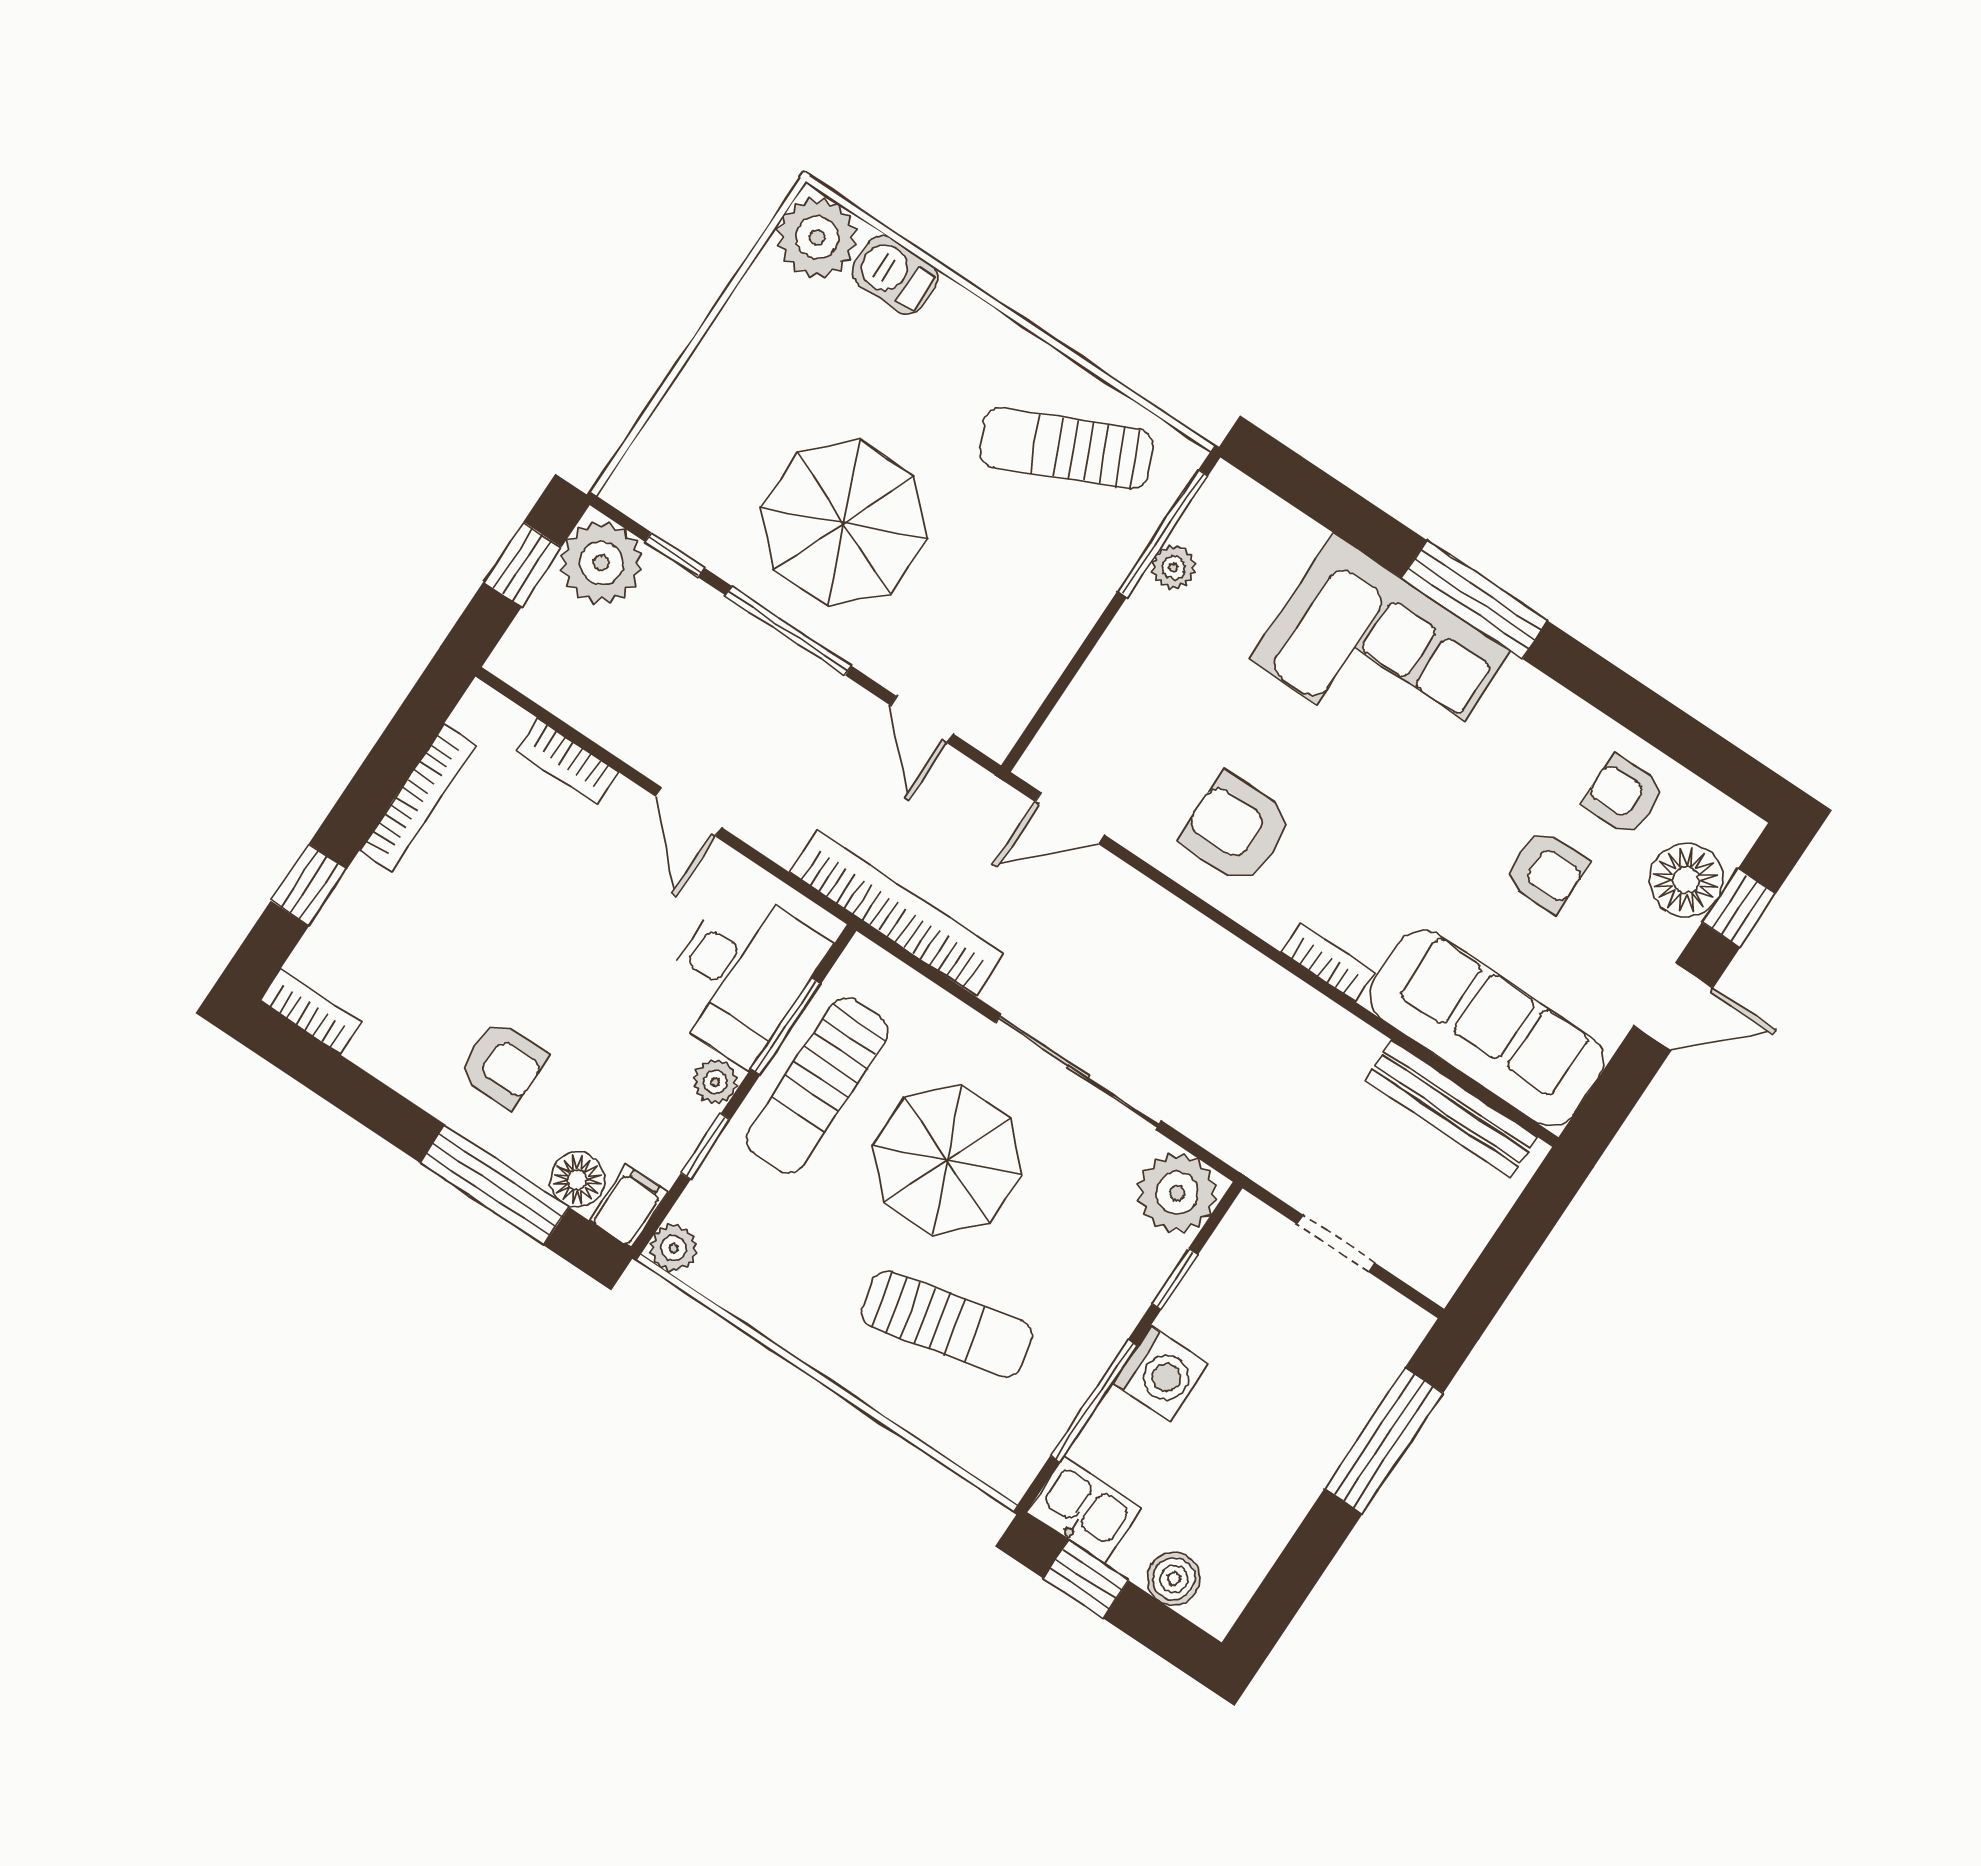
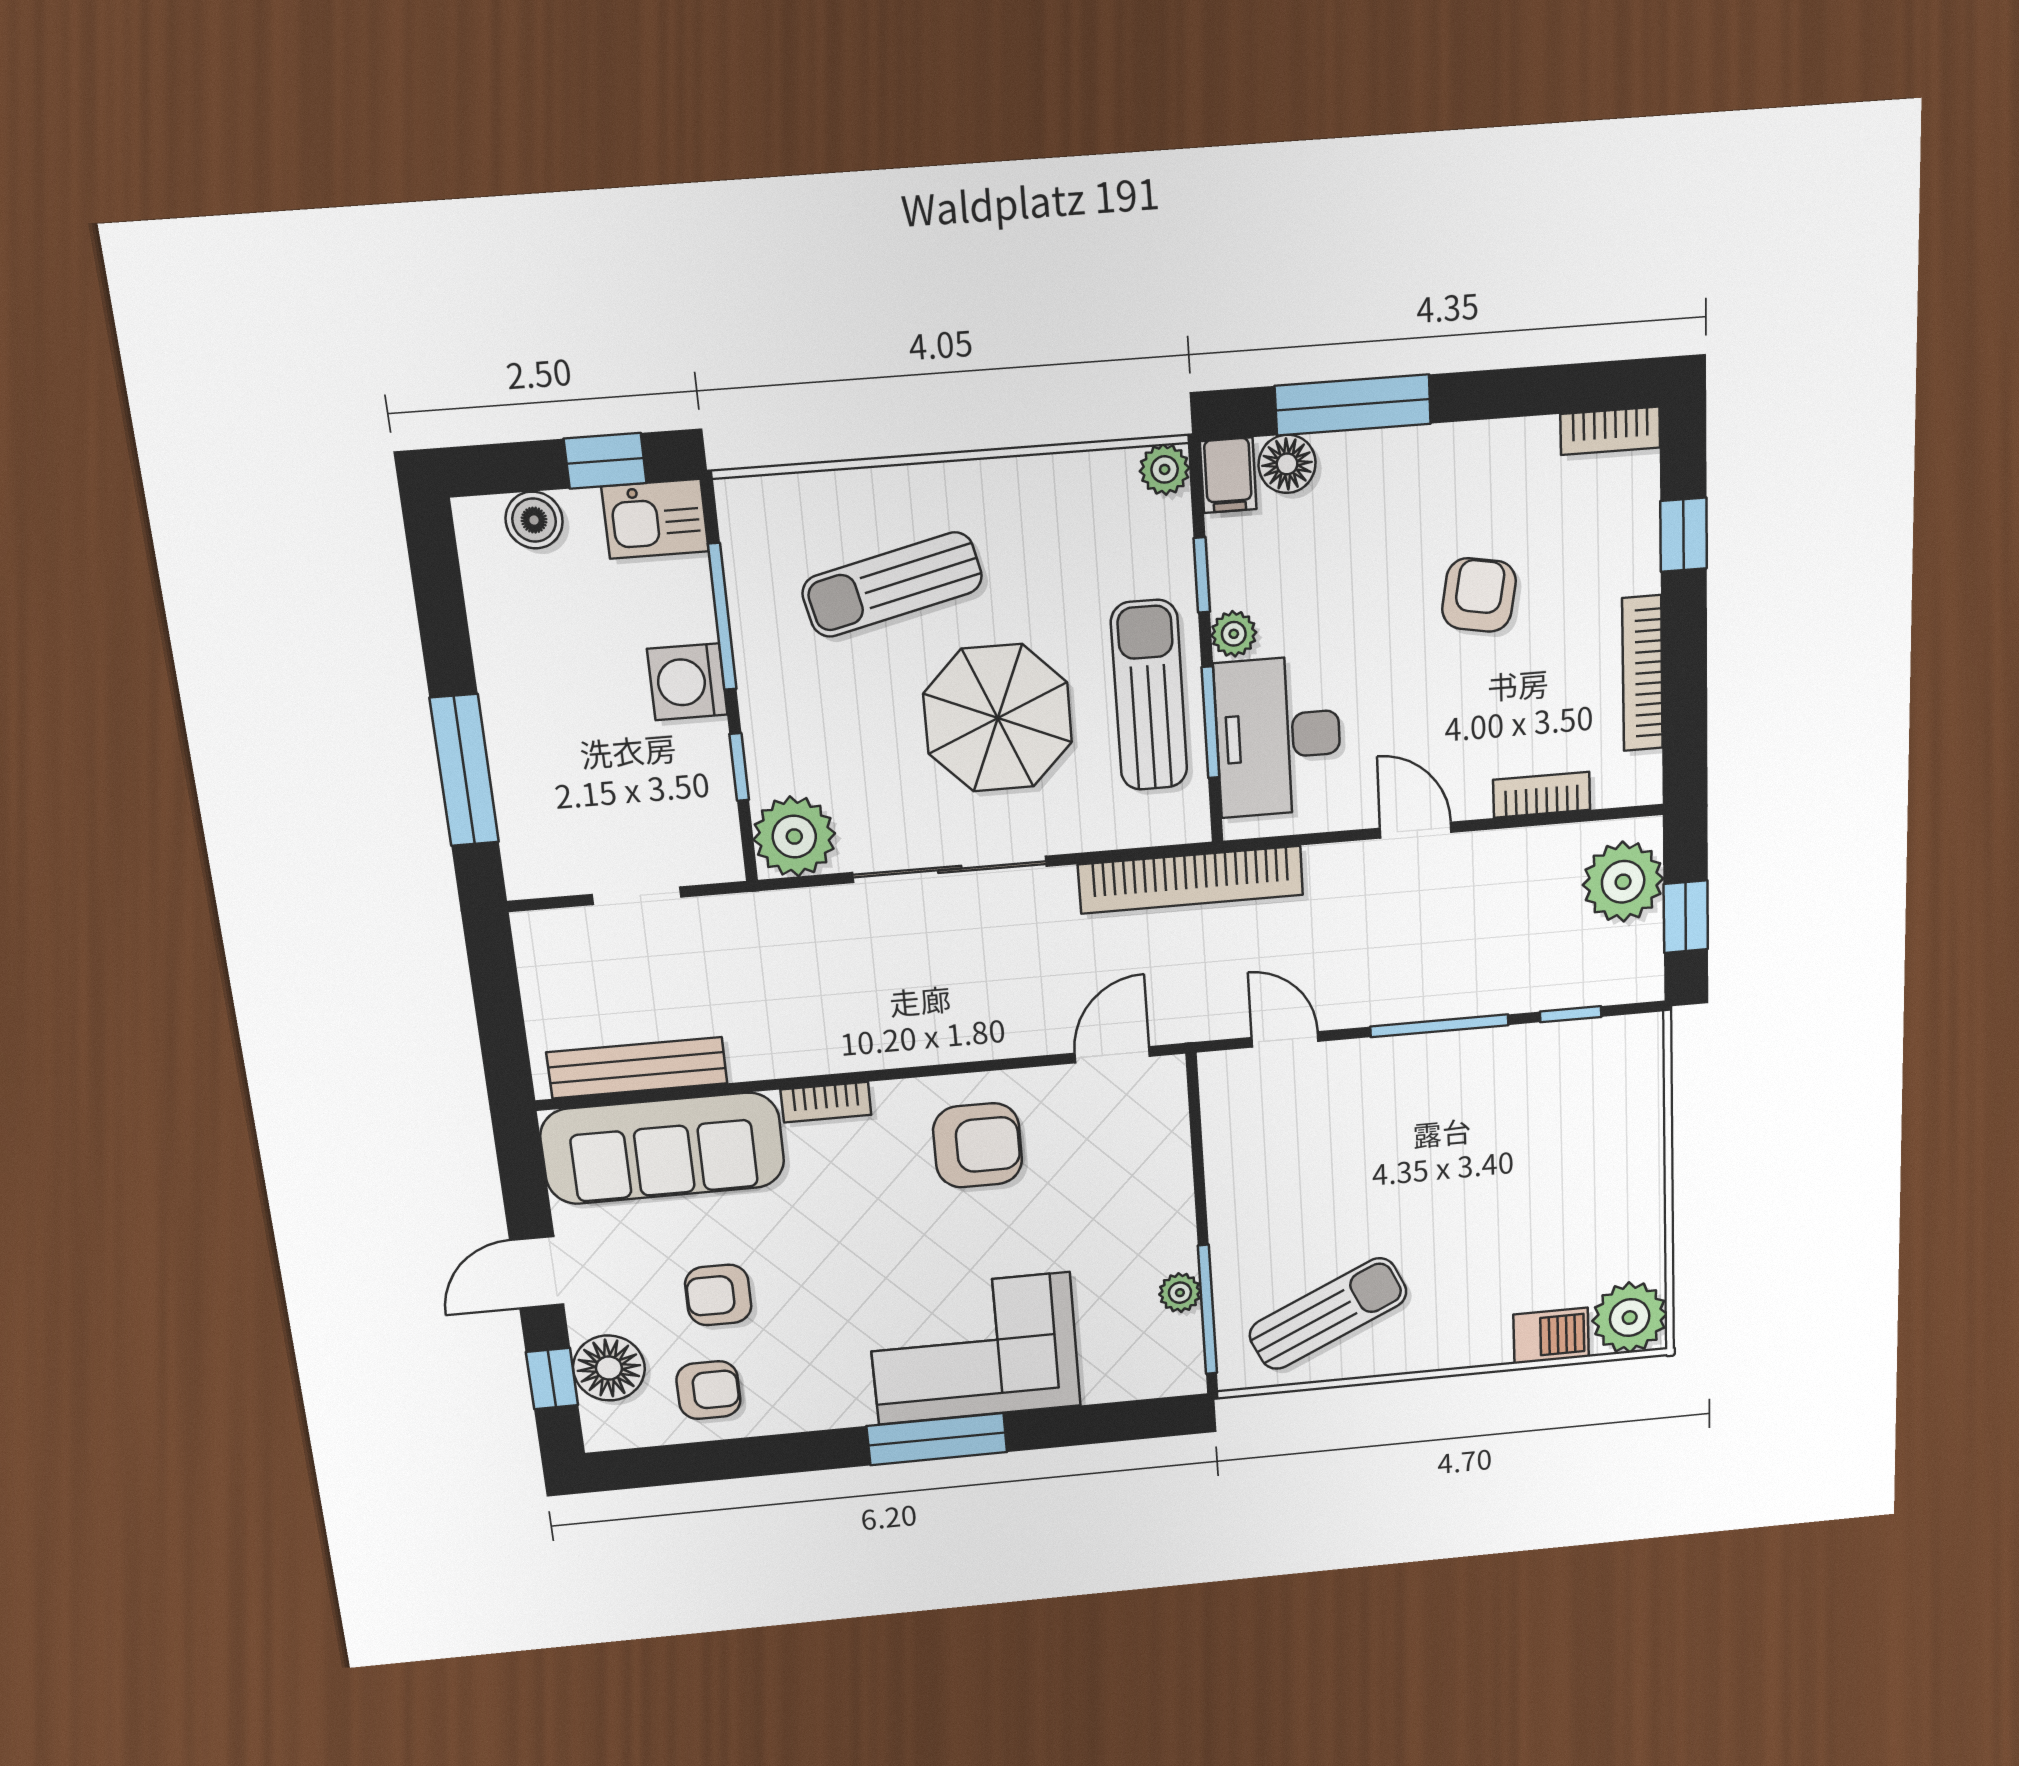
parasol: (844, 523) -> (1457, 1135), removed
plant: (601, 563) -> (1623, 882), moved
armchair: (503, 1064) -> (1479, 595), moved, turned 100

